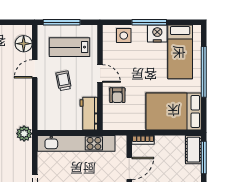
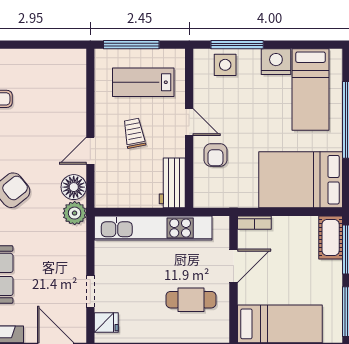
window: (149, 22) -> (237, 45), moved
floor lamp: (24, 44) -> (74, 187), moved
door: (35, 69) -> (90, 151), moved

